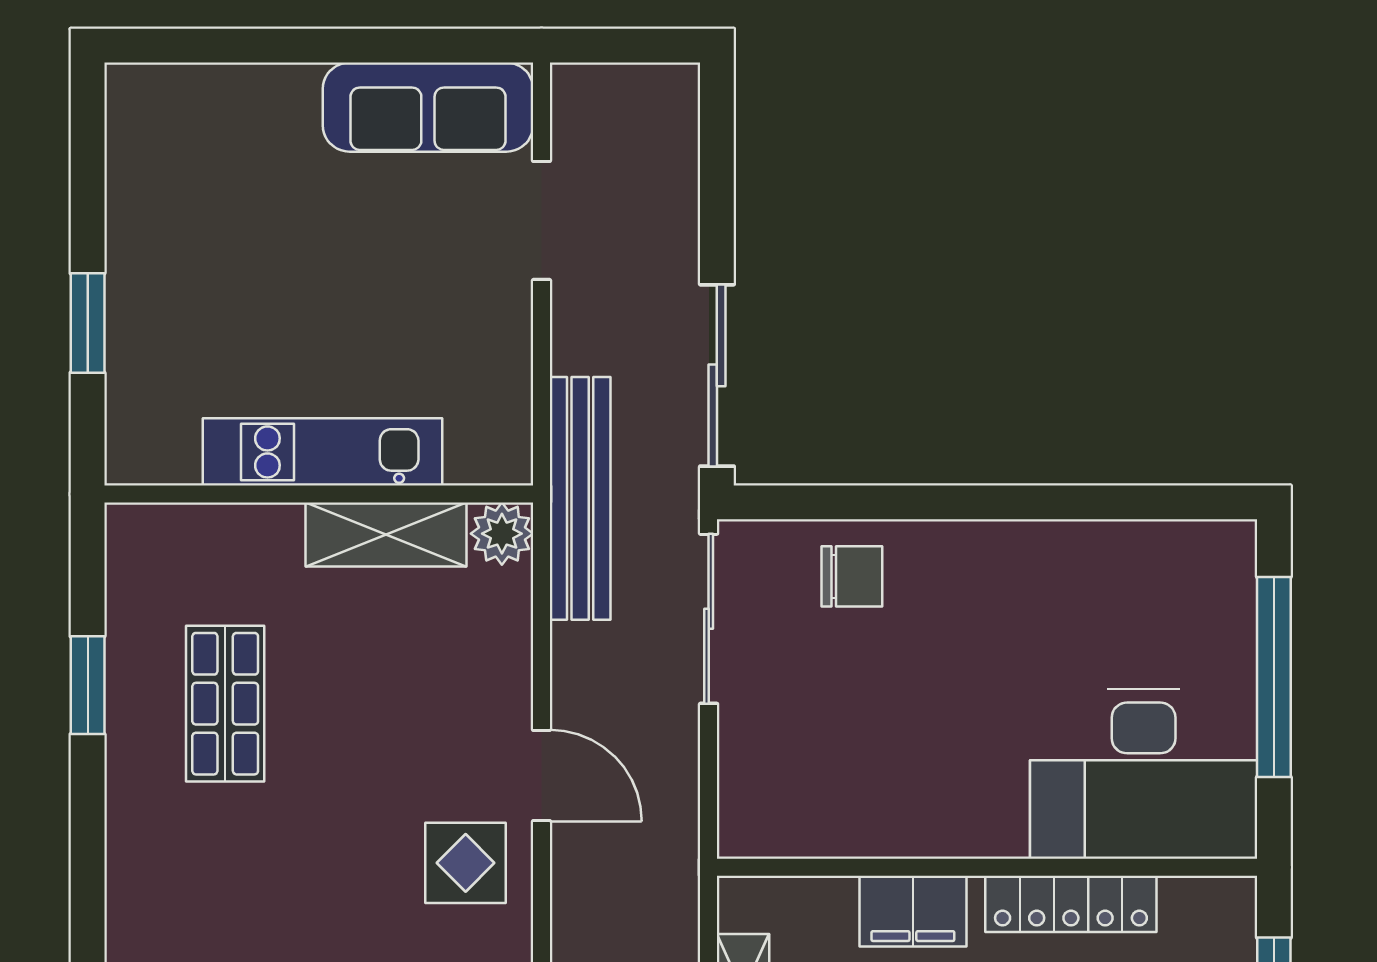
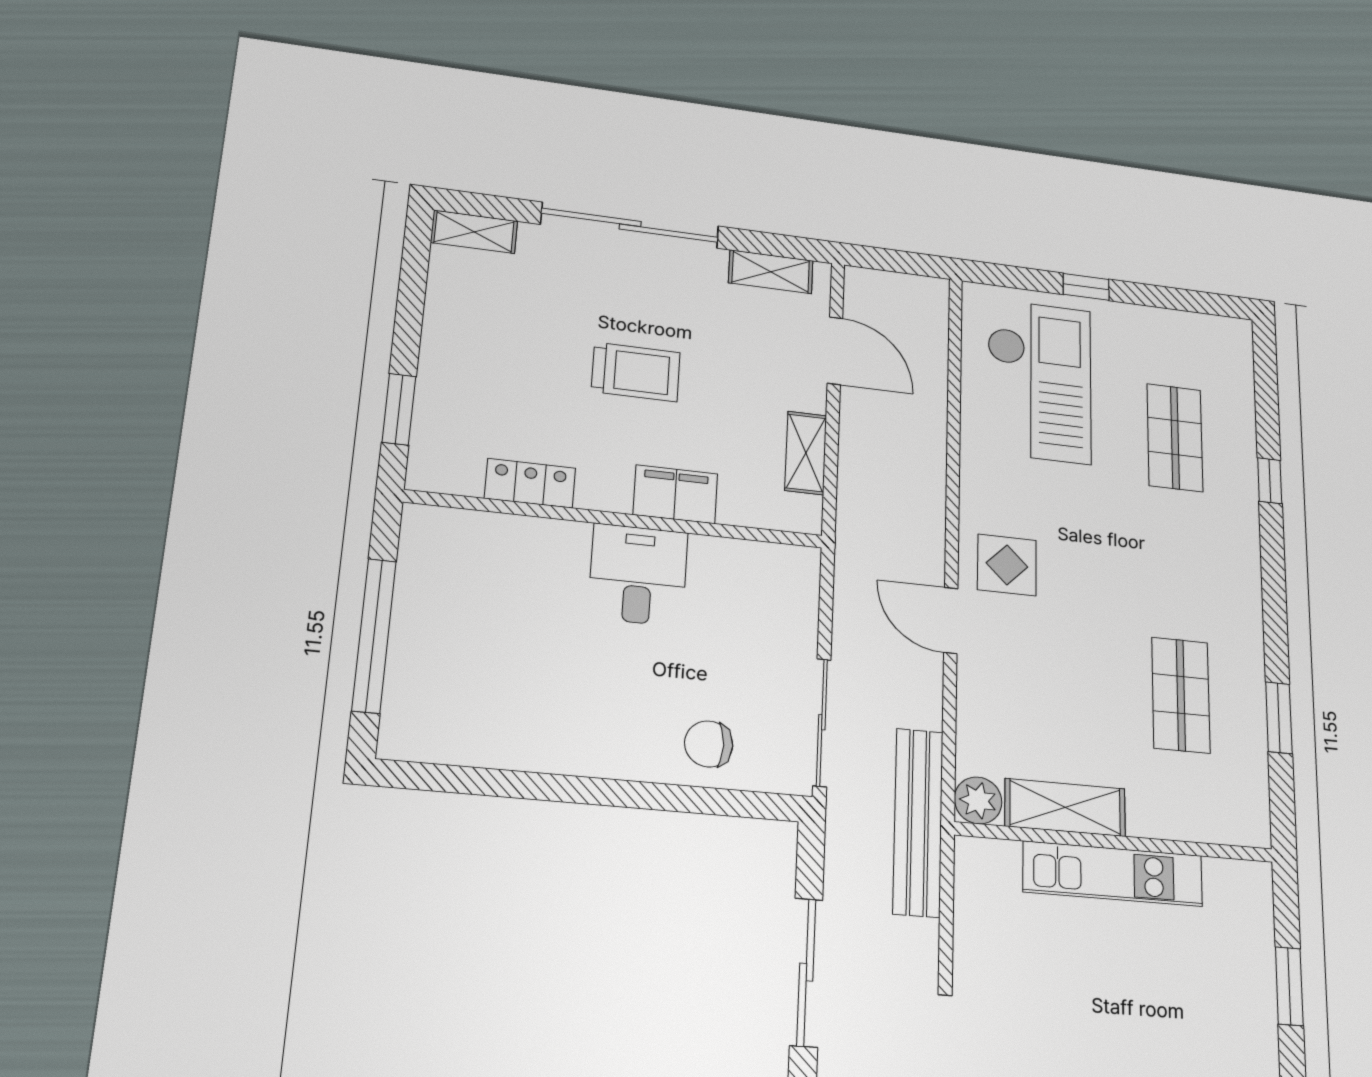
sliding door: (717, 375) -> (806, 972), moved
desk: (1144, 774) -> (638, 575), moved, width x0.53, depth x0.77
locker: (1071, 904) -> (530, 483), width x0.66

